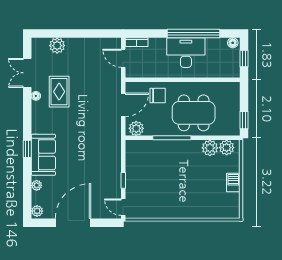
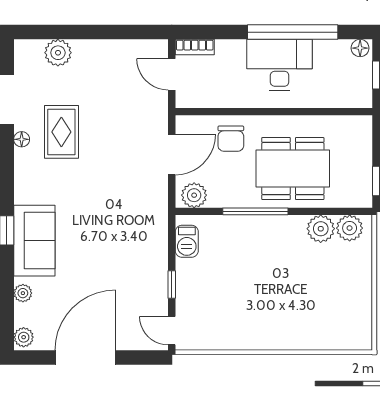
chair: (158, 95) -> (231, 139), turned 90
barbecue: (233, 183) -> (187, 241), moved, turned 180

